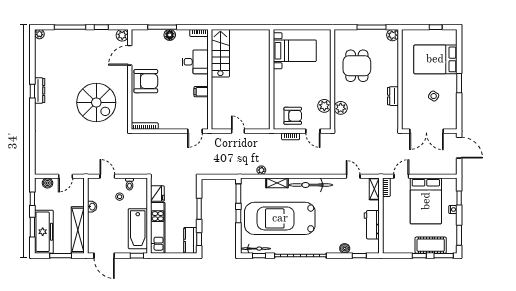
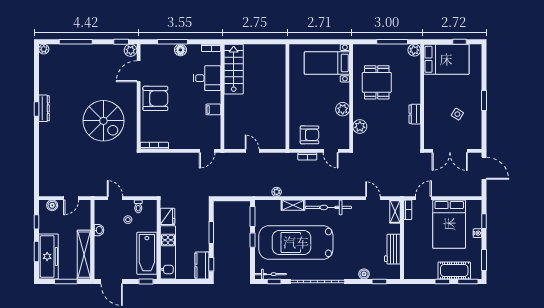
window: (101, 27) -> (121, 42), moved
bed with nightstands: (295, 51) -> (327, 63), moved, turned 180
bed: (435, 59) -> (446, 59), moved, turned 180
plant: (324, 106) -> (343, 109), moved

